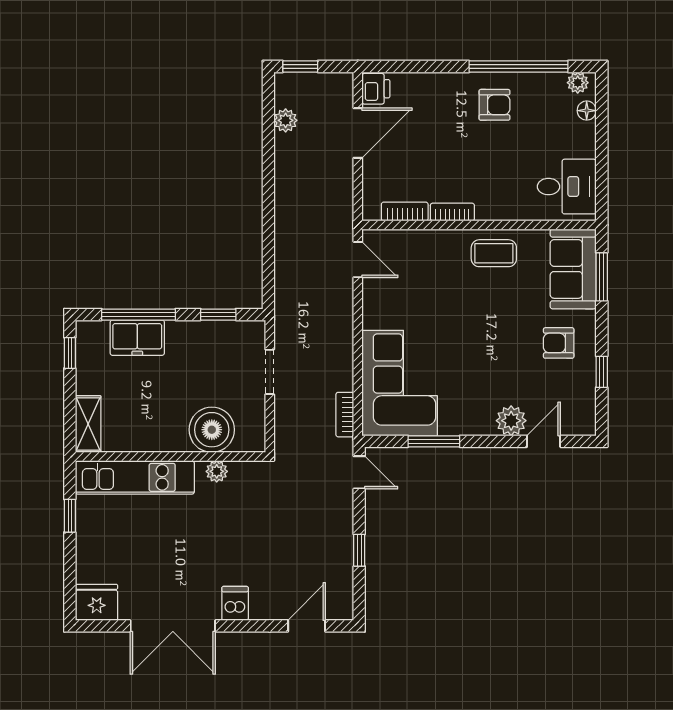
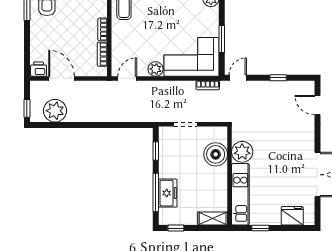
plant: (286, 120) -> (55, 111), width x1.87, depth x1.87
plant: (376, 314) -> (155, 69), added
plant: (217, 471) -> (242, 152), width x1.88, depth x1.88
fridge: (97, 602) -> (292, 216), moved, turned 90
dishwasher: (235, 603) -> (306, 142), removed

